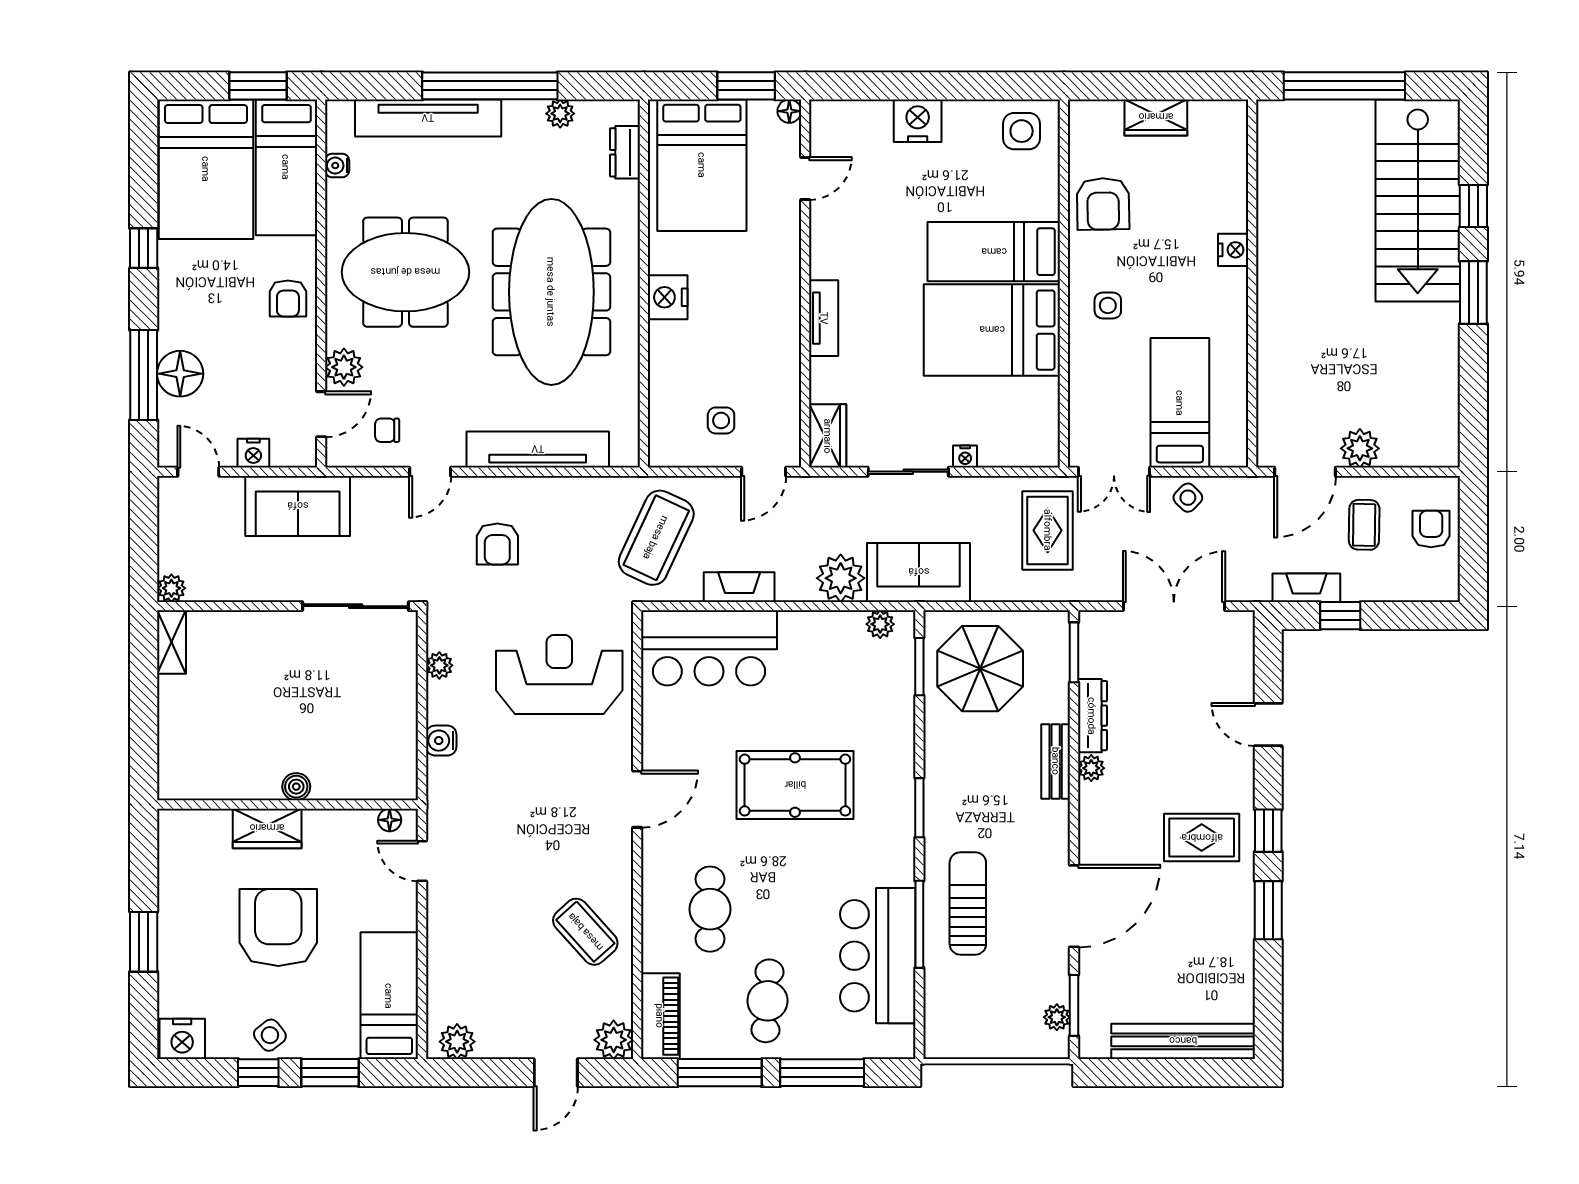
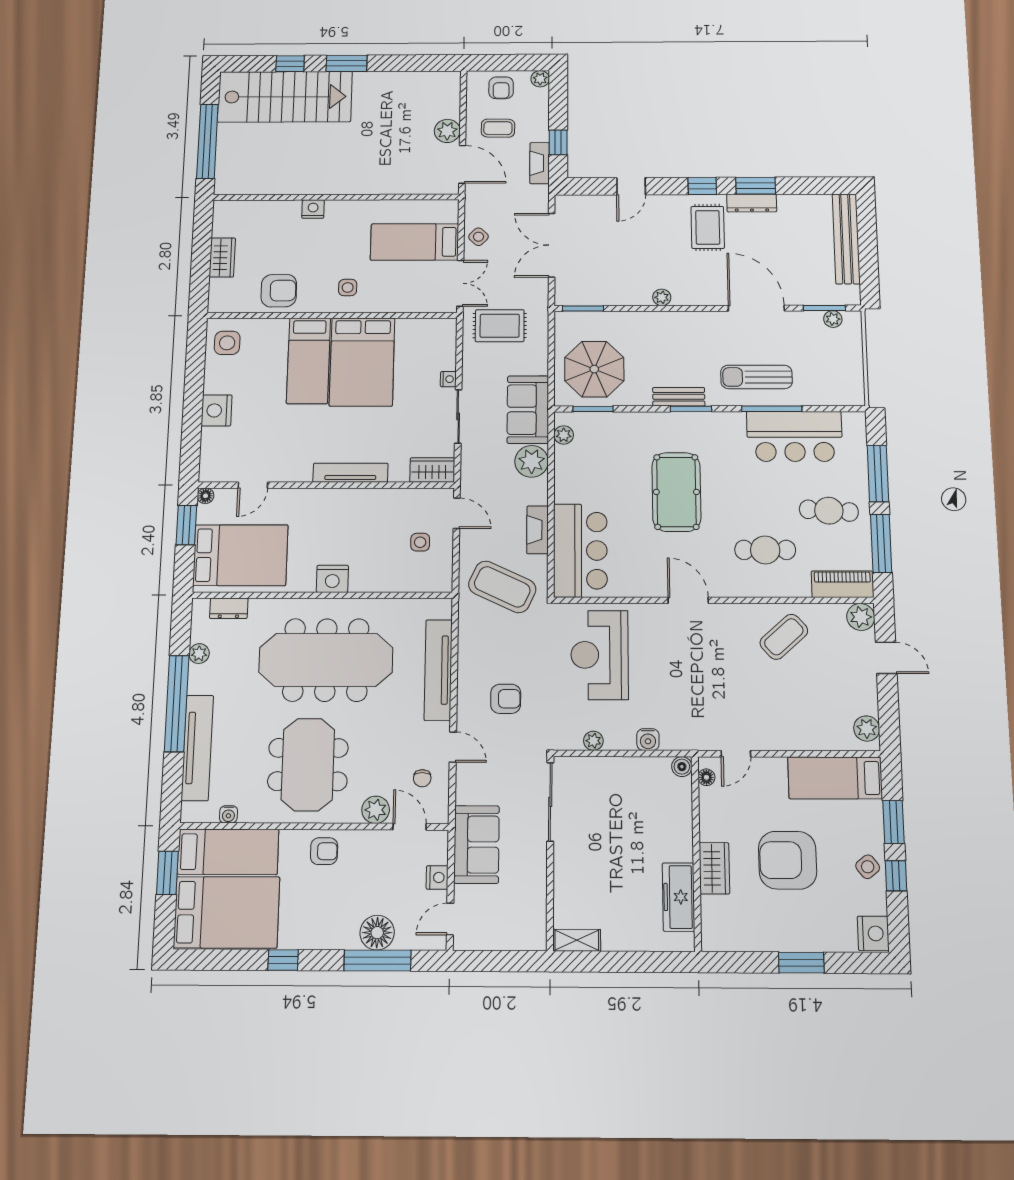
door: (805, 178) -> (253, 485), swing flipped
tv unit: (824, 318) -> (350, 473), width x1.41
armchair: (1431, 529) -> (501, 88), turned -90
plant: (171, 588) -> (540, 79), moved
dresser: (1092, 716) -> (752, 203), moved, turned 180
bench: (1056, 761) -> (679, 397), moved
freezer: (229, 779) -> (679, 897), added
boiler: (296, 787) -> (682, 767), moved

